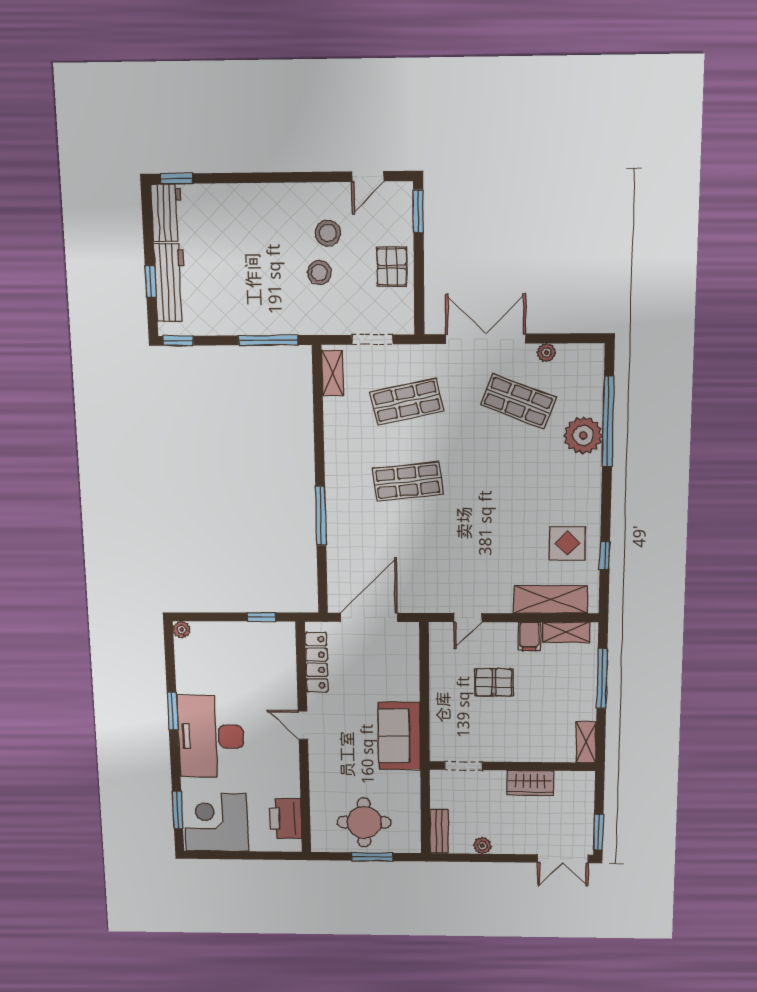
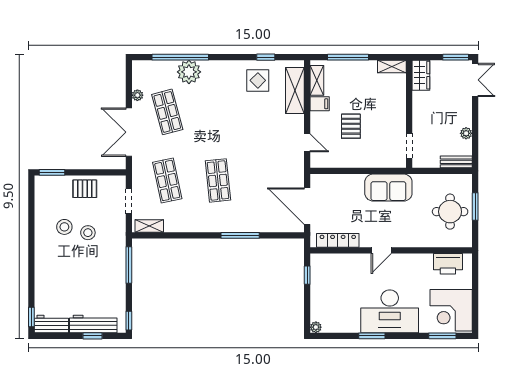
door: (368, 176) -> (31, 202), removed
shop shelf: (518, 401) -> (167, 112), turned -36
wardrobe: (530, 783) -> (421, 75), moved

